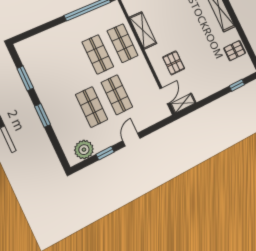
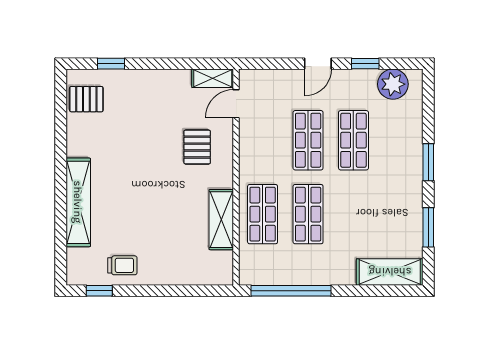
shelving: (36, 43) -> (390, 272), added
pallet: (235, 51) -> (86, 99), moved

